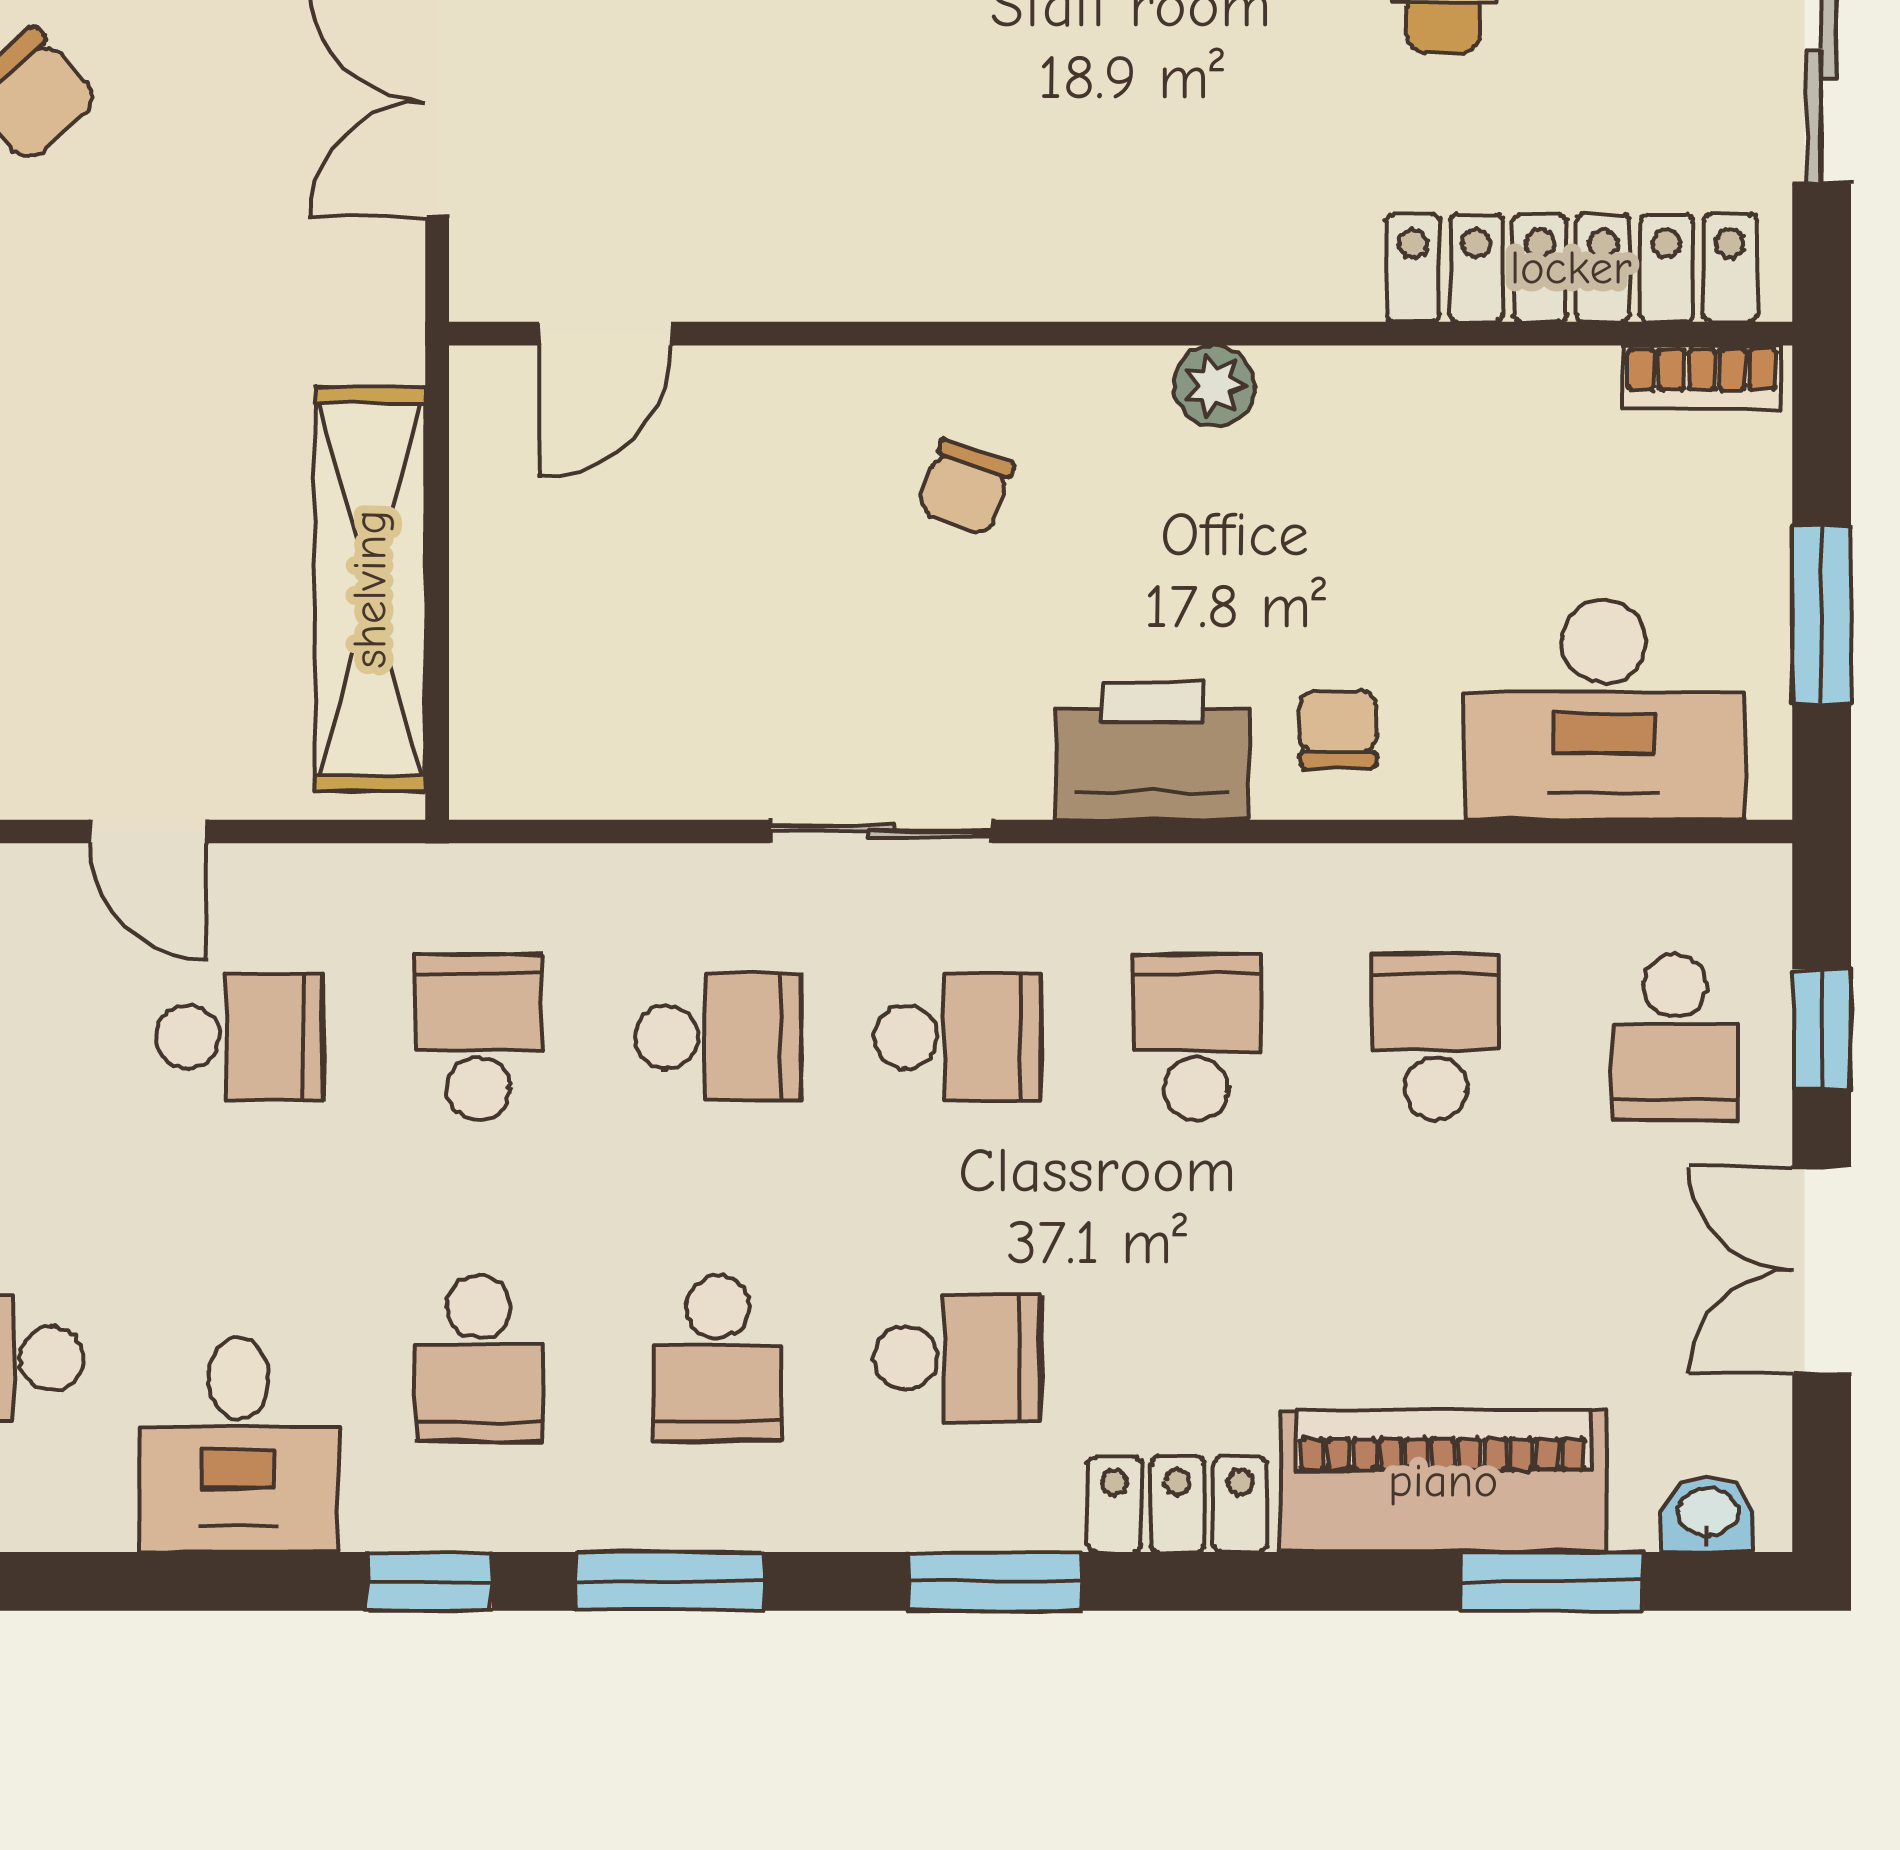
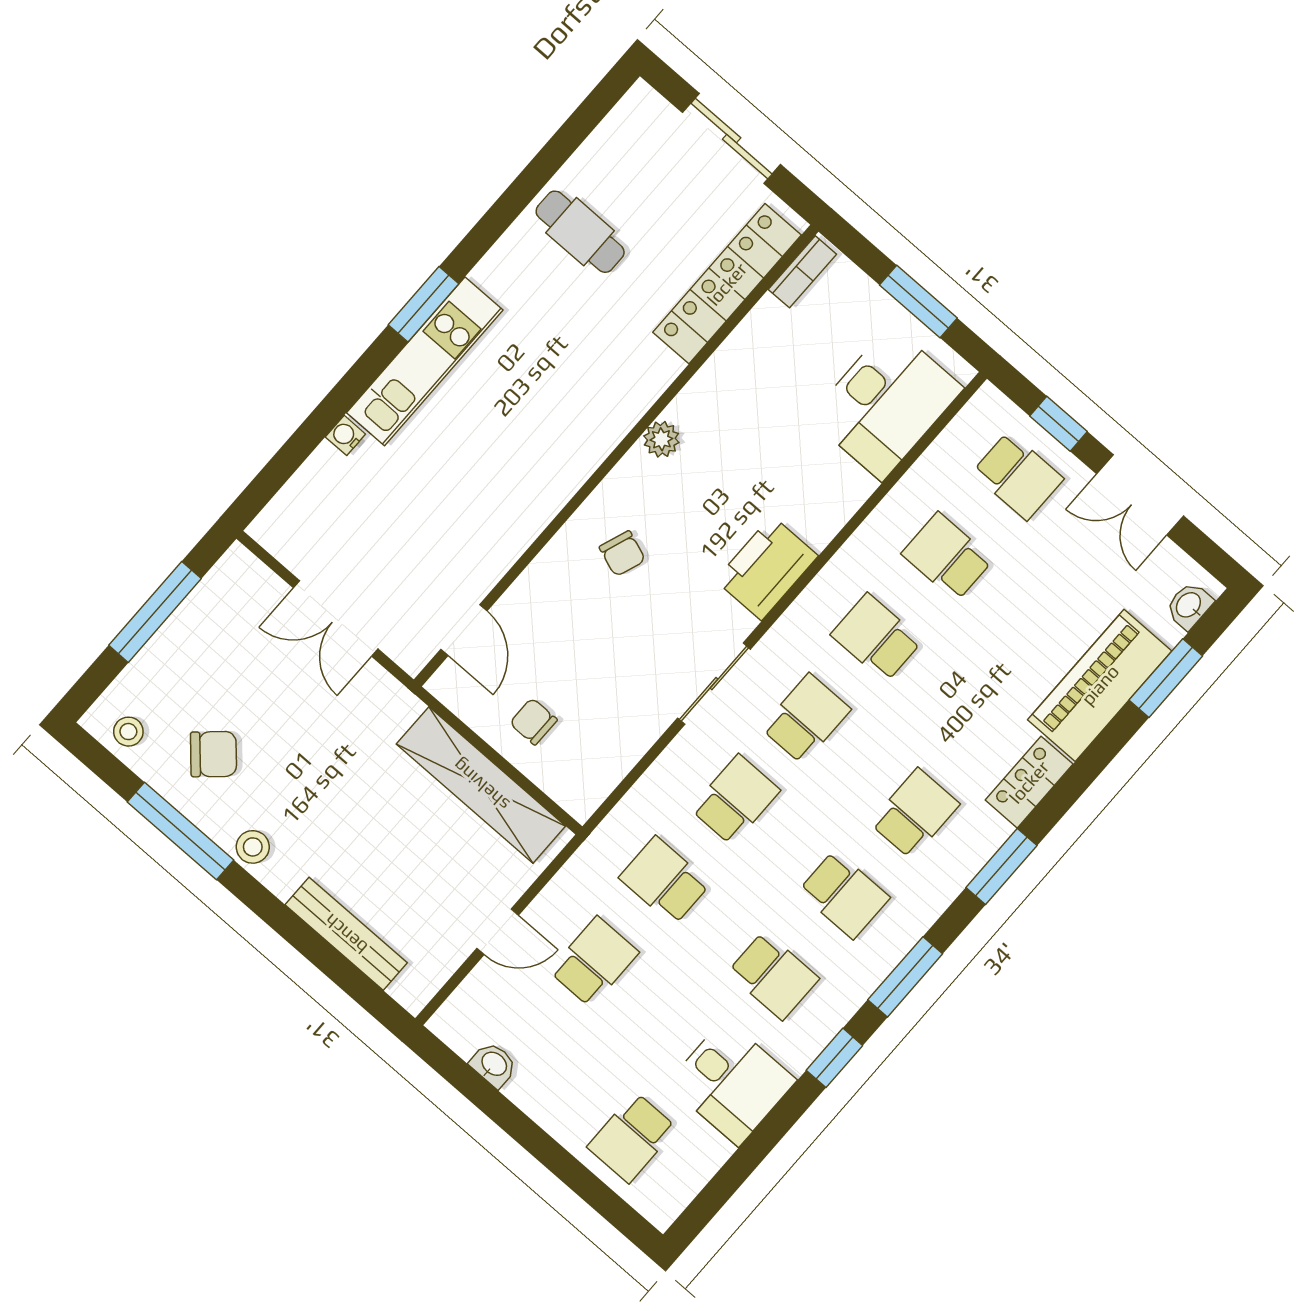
chair: (1338, 729) -> (533, 721), moved

